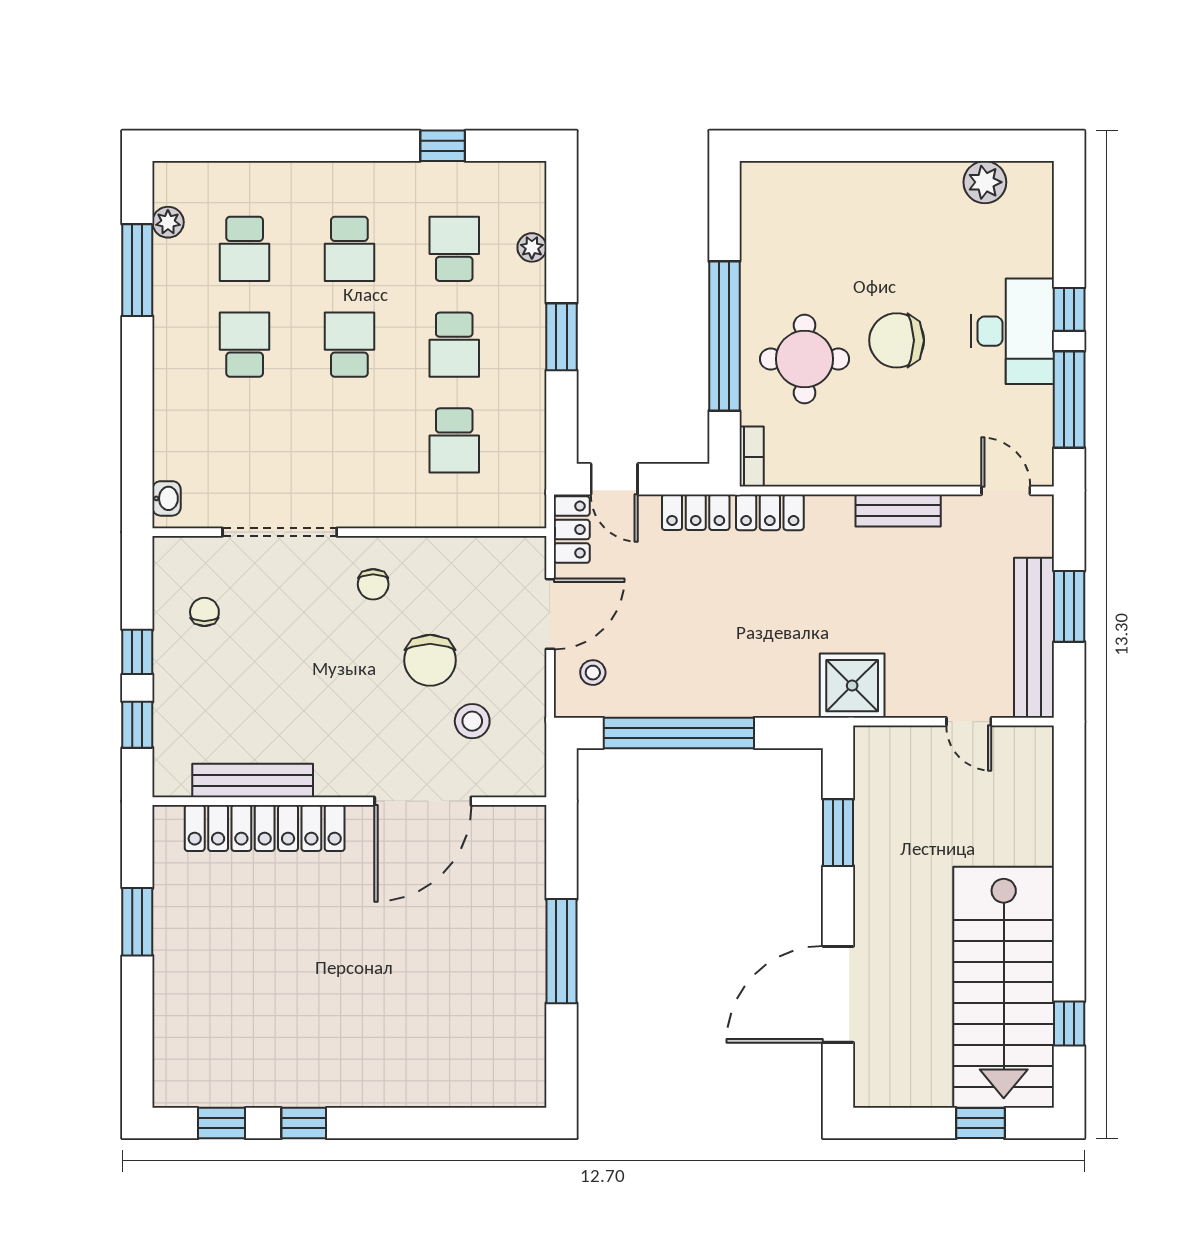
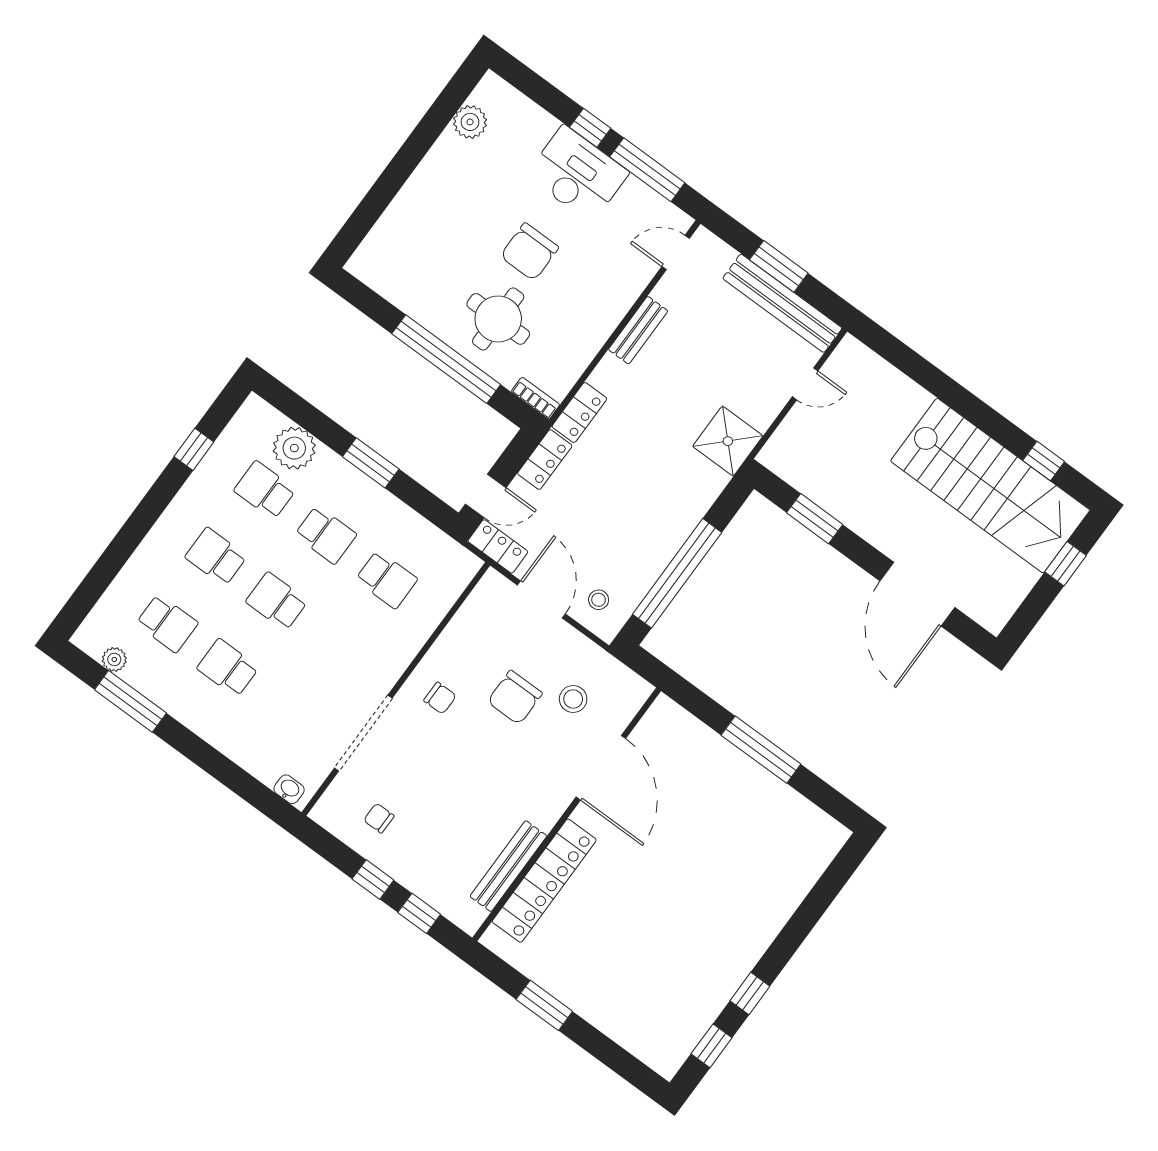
plant: (532, 247) -> (294, 448), width x1.88, depth x1.88
school desk: (349, 249) -> (216, 557), turned 180
chair: (430, 660) -> (515, 697), turned 90

